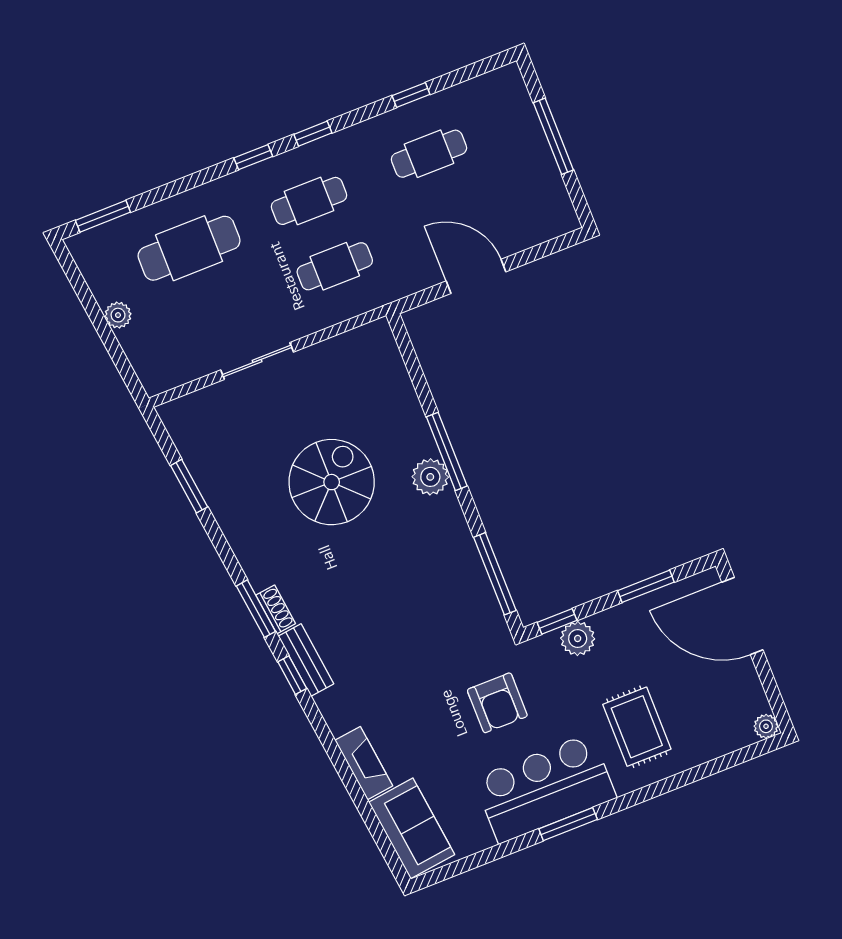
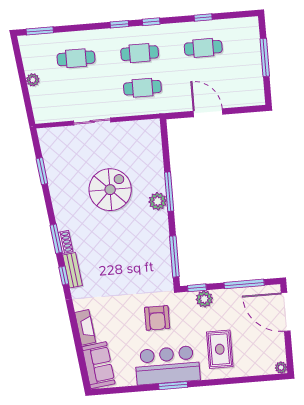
cafe table: (189, 248) -> (76, 58), width x0.73, depth x0.74
window: (646, 586) -> (244, 284), width x1.44

